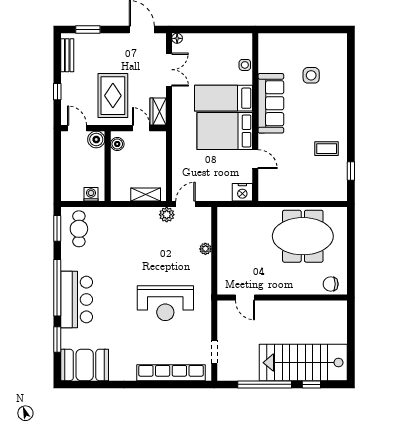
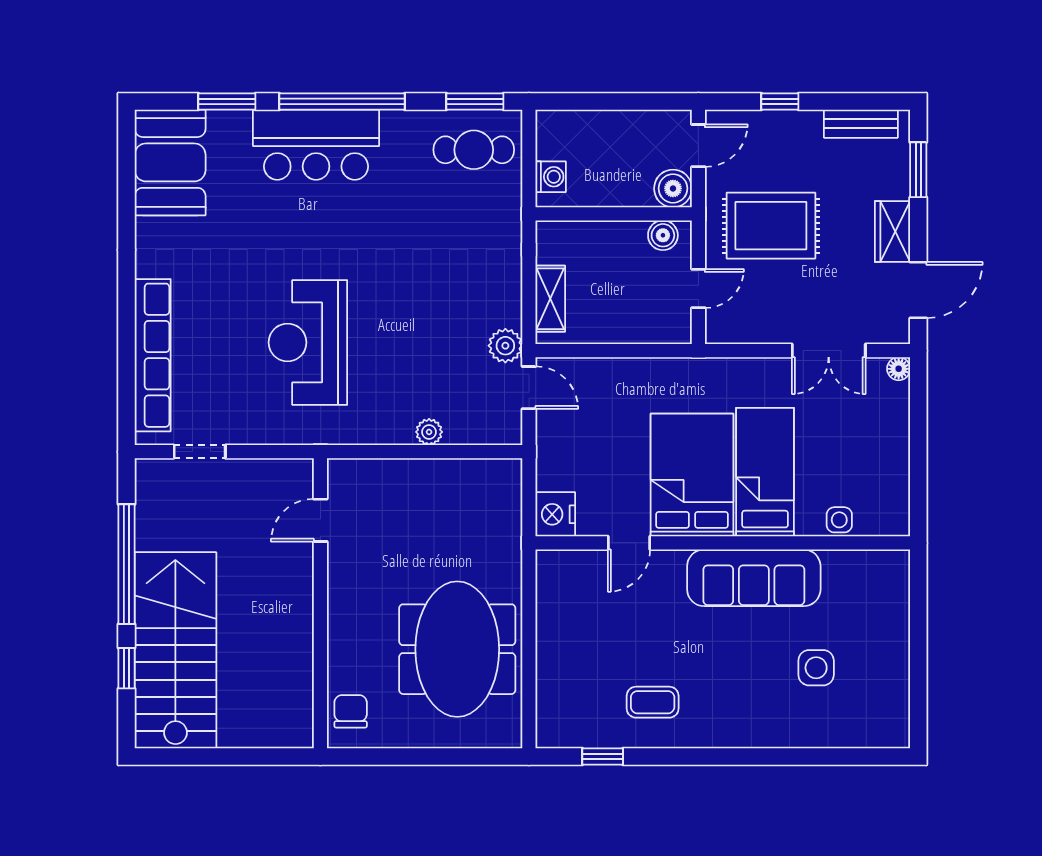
wardrobe: (158, 112) -> (893, 232), moved, turned -90
coffee table: (327, 149) -> (653, 702), turned 90

